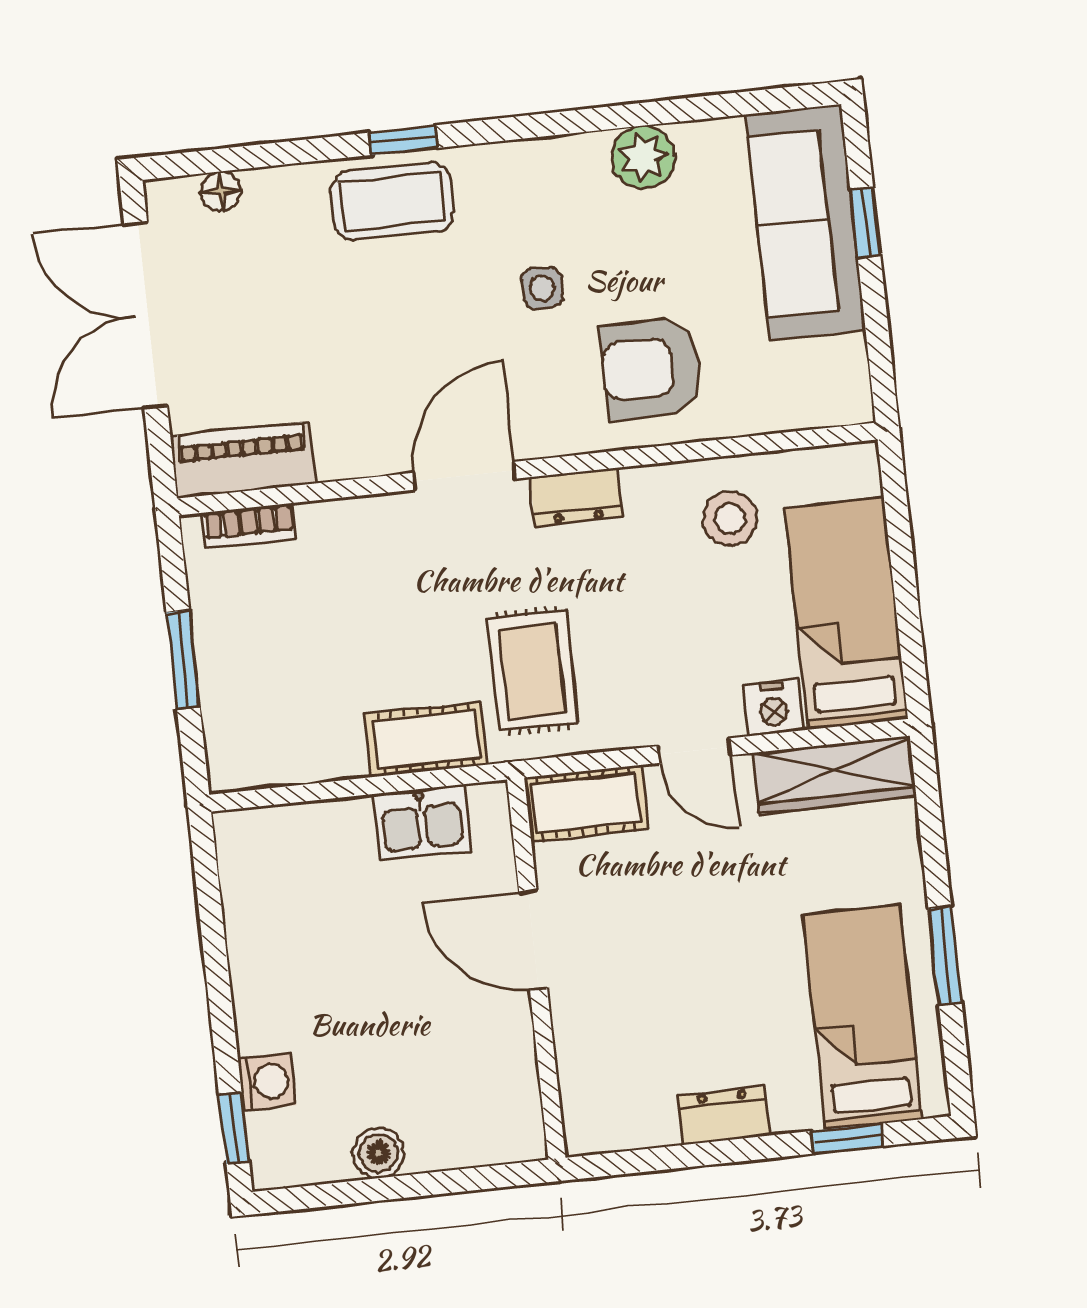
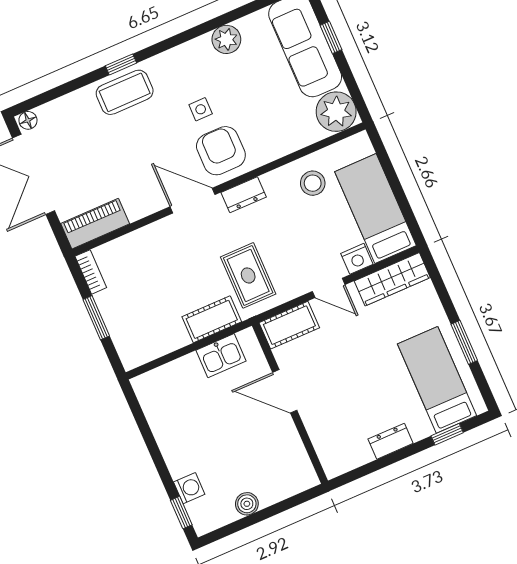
floor lamp: (221, 191) -> (28, 120), moved
armchair: (651, 368) -> (221, 151), moved, turned 90
plant: (827, 383) -> (336, 112), added
door: (464, 476) -> (192, 201), hinge flipped
bookcase: (249, 526) -> (91, 272), moved, turned -90

